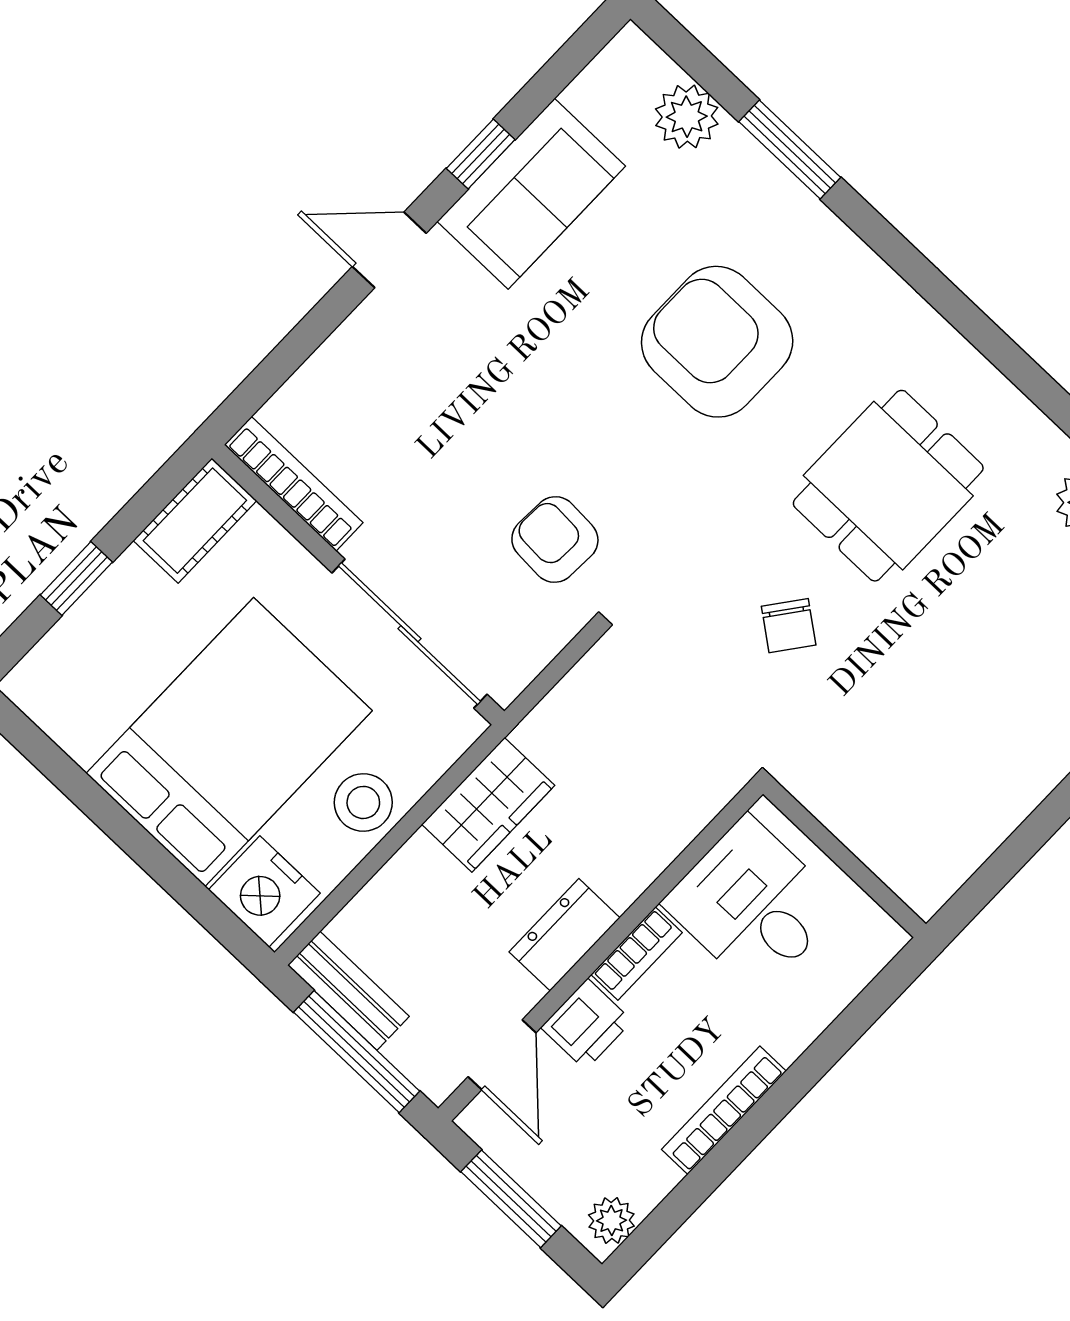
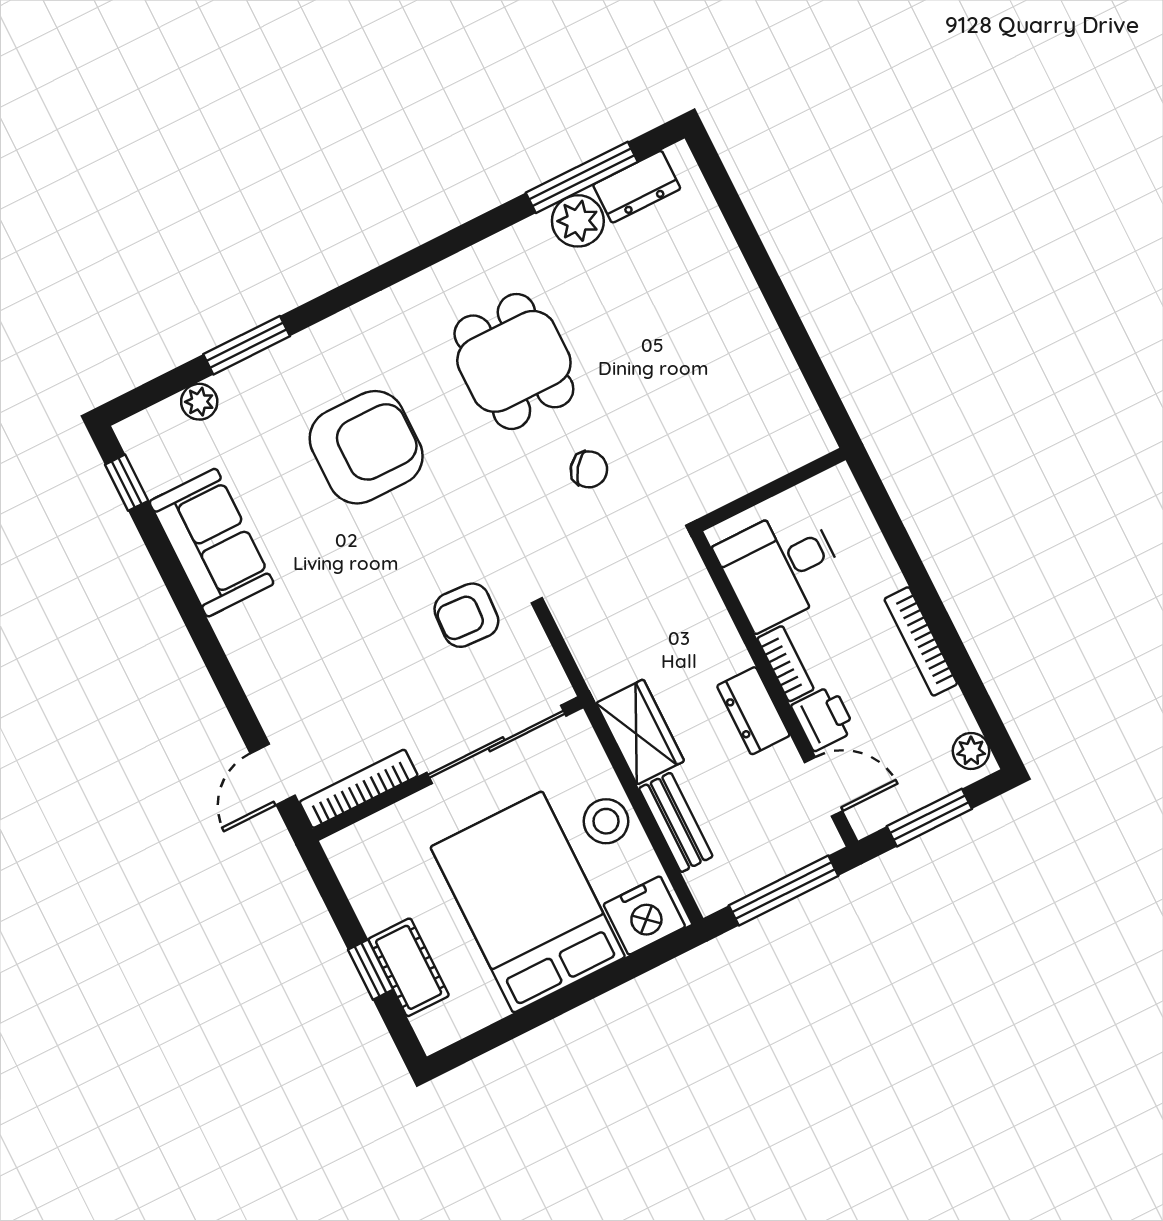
plant: (687, 117) -> (199, 402), width x0.73, depth x0.73
window: (481, 154) -> (127, 483), moved
door: (389, 250) -> (273, 774), moved
armchair: (717, 342) -> (366, 447), turned 180
cot: (195, 521) -> (409, 967), moved
bench: (348, 991) -> (676, 822), moved, turned 90

